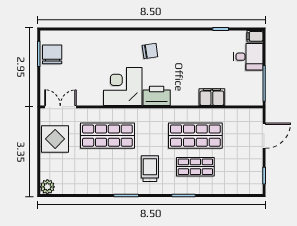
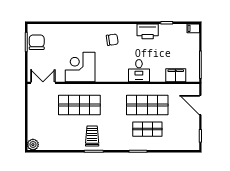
desk: (248, 57) -> (139, 71), moved, turned 90
corner desk: (123, 86) -> (80, 67), moved
printer: (157, 96) -> (148, 31), moved, turned 180
filing cabinet: (212, 97) -> (176, 75), moved
door: (264, 136) -> (200, 105), swing flipped
display table: (55, 139) -> (39, 108), removed
trolley: (150, 169) -> (92, 136), moved

